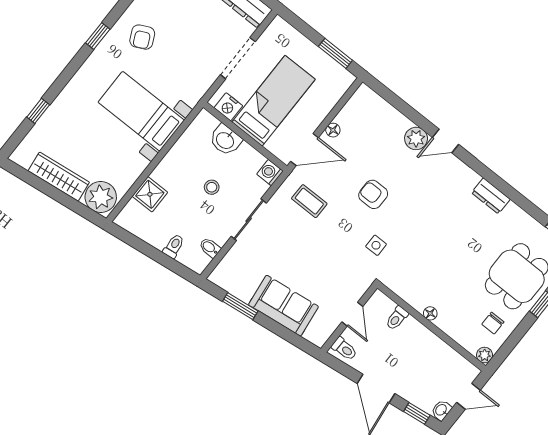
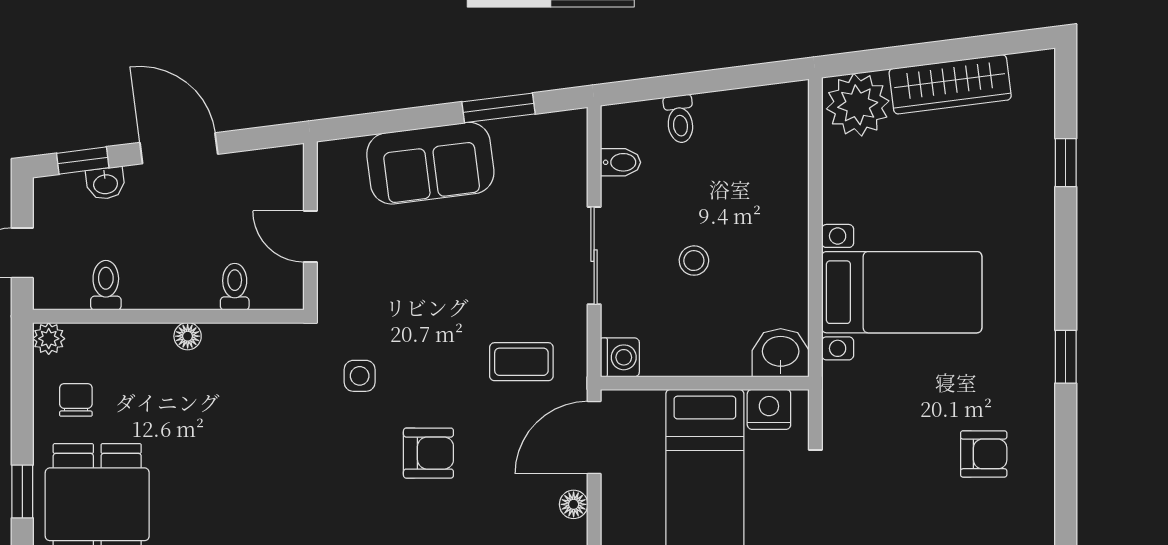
armchair: (142, 37) -> (984, 454), moved, turned 116
washbasin: (225, 140) -> (781, 353), moved
shower: (150, 194) -> (783, 171), removed
toilet: (344, 349) -> (106, 285), moved, turned 90
washbasin: (441, 410) -> (105, 183), moved, turned 83

